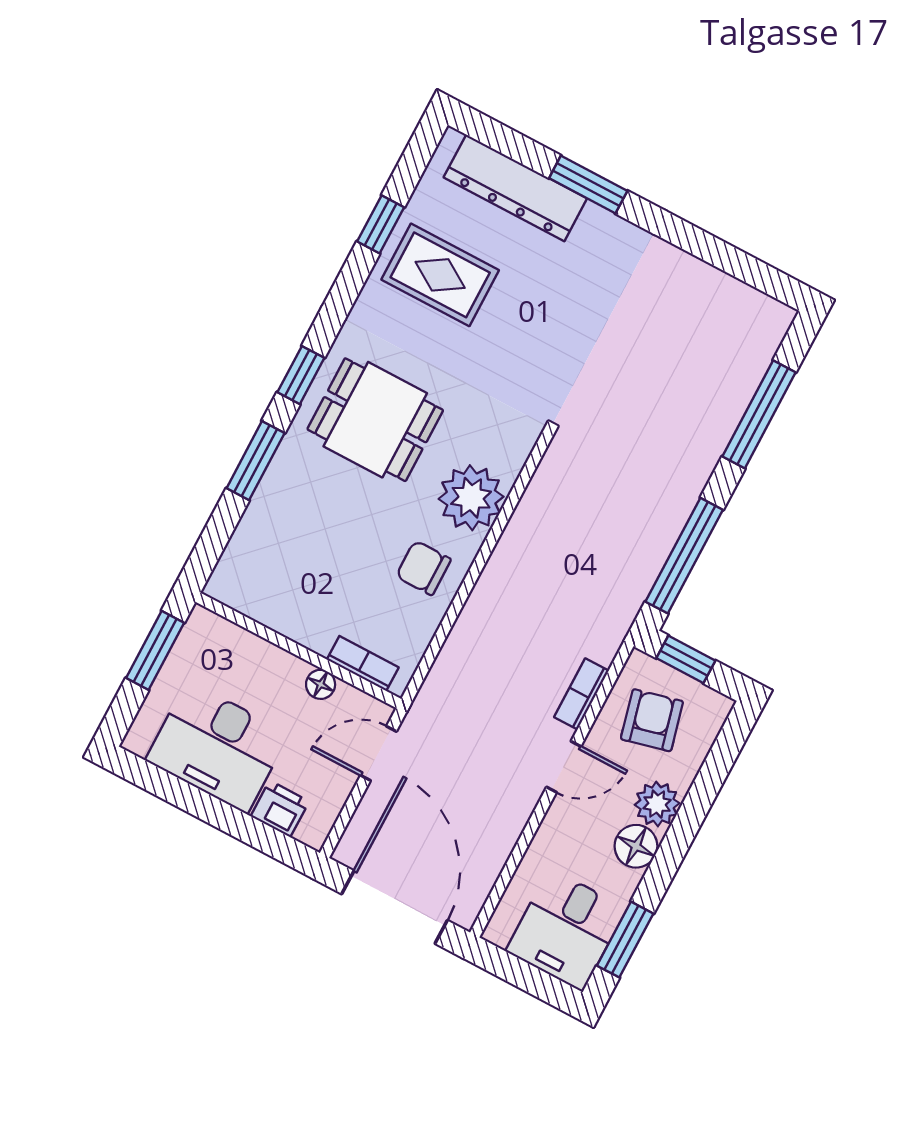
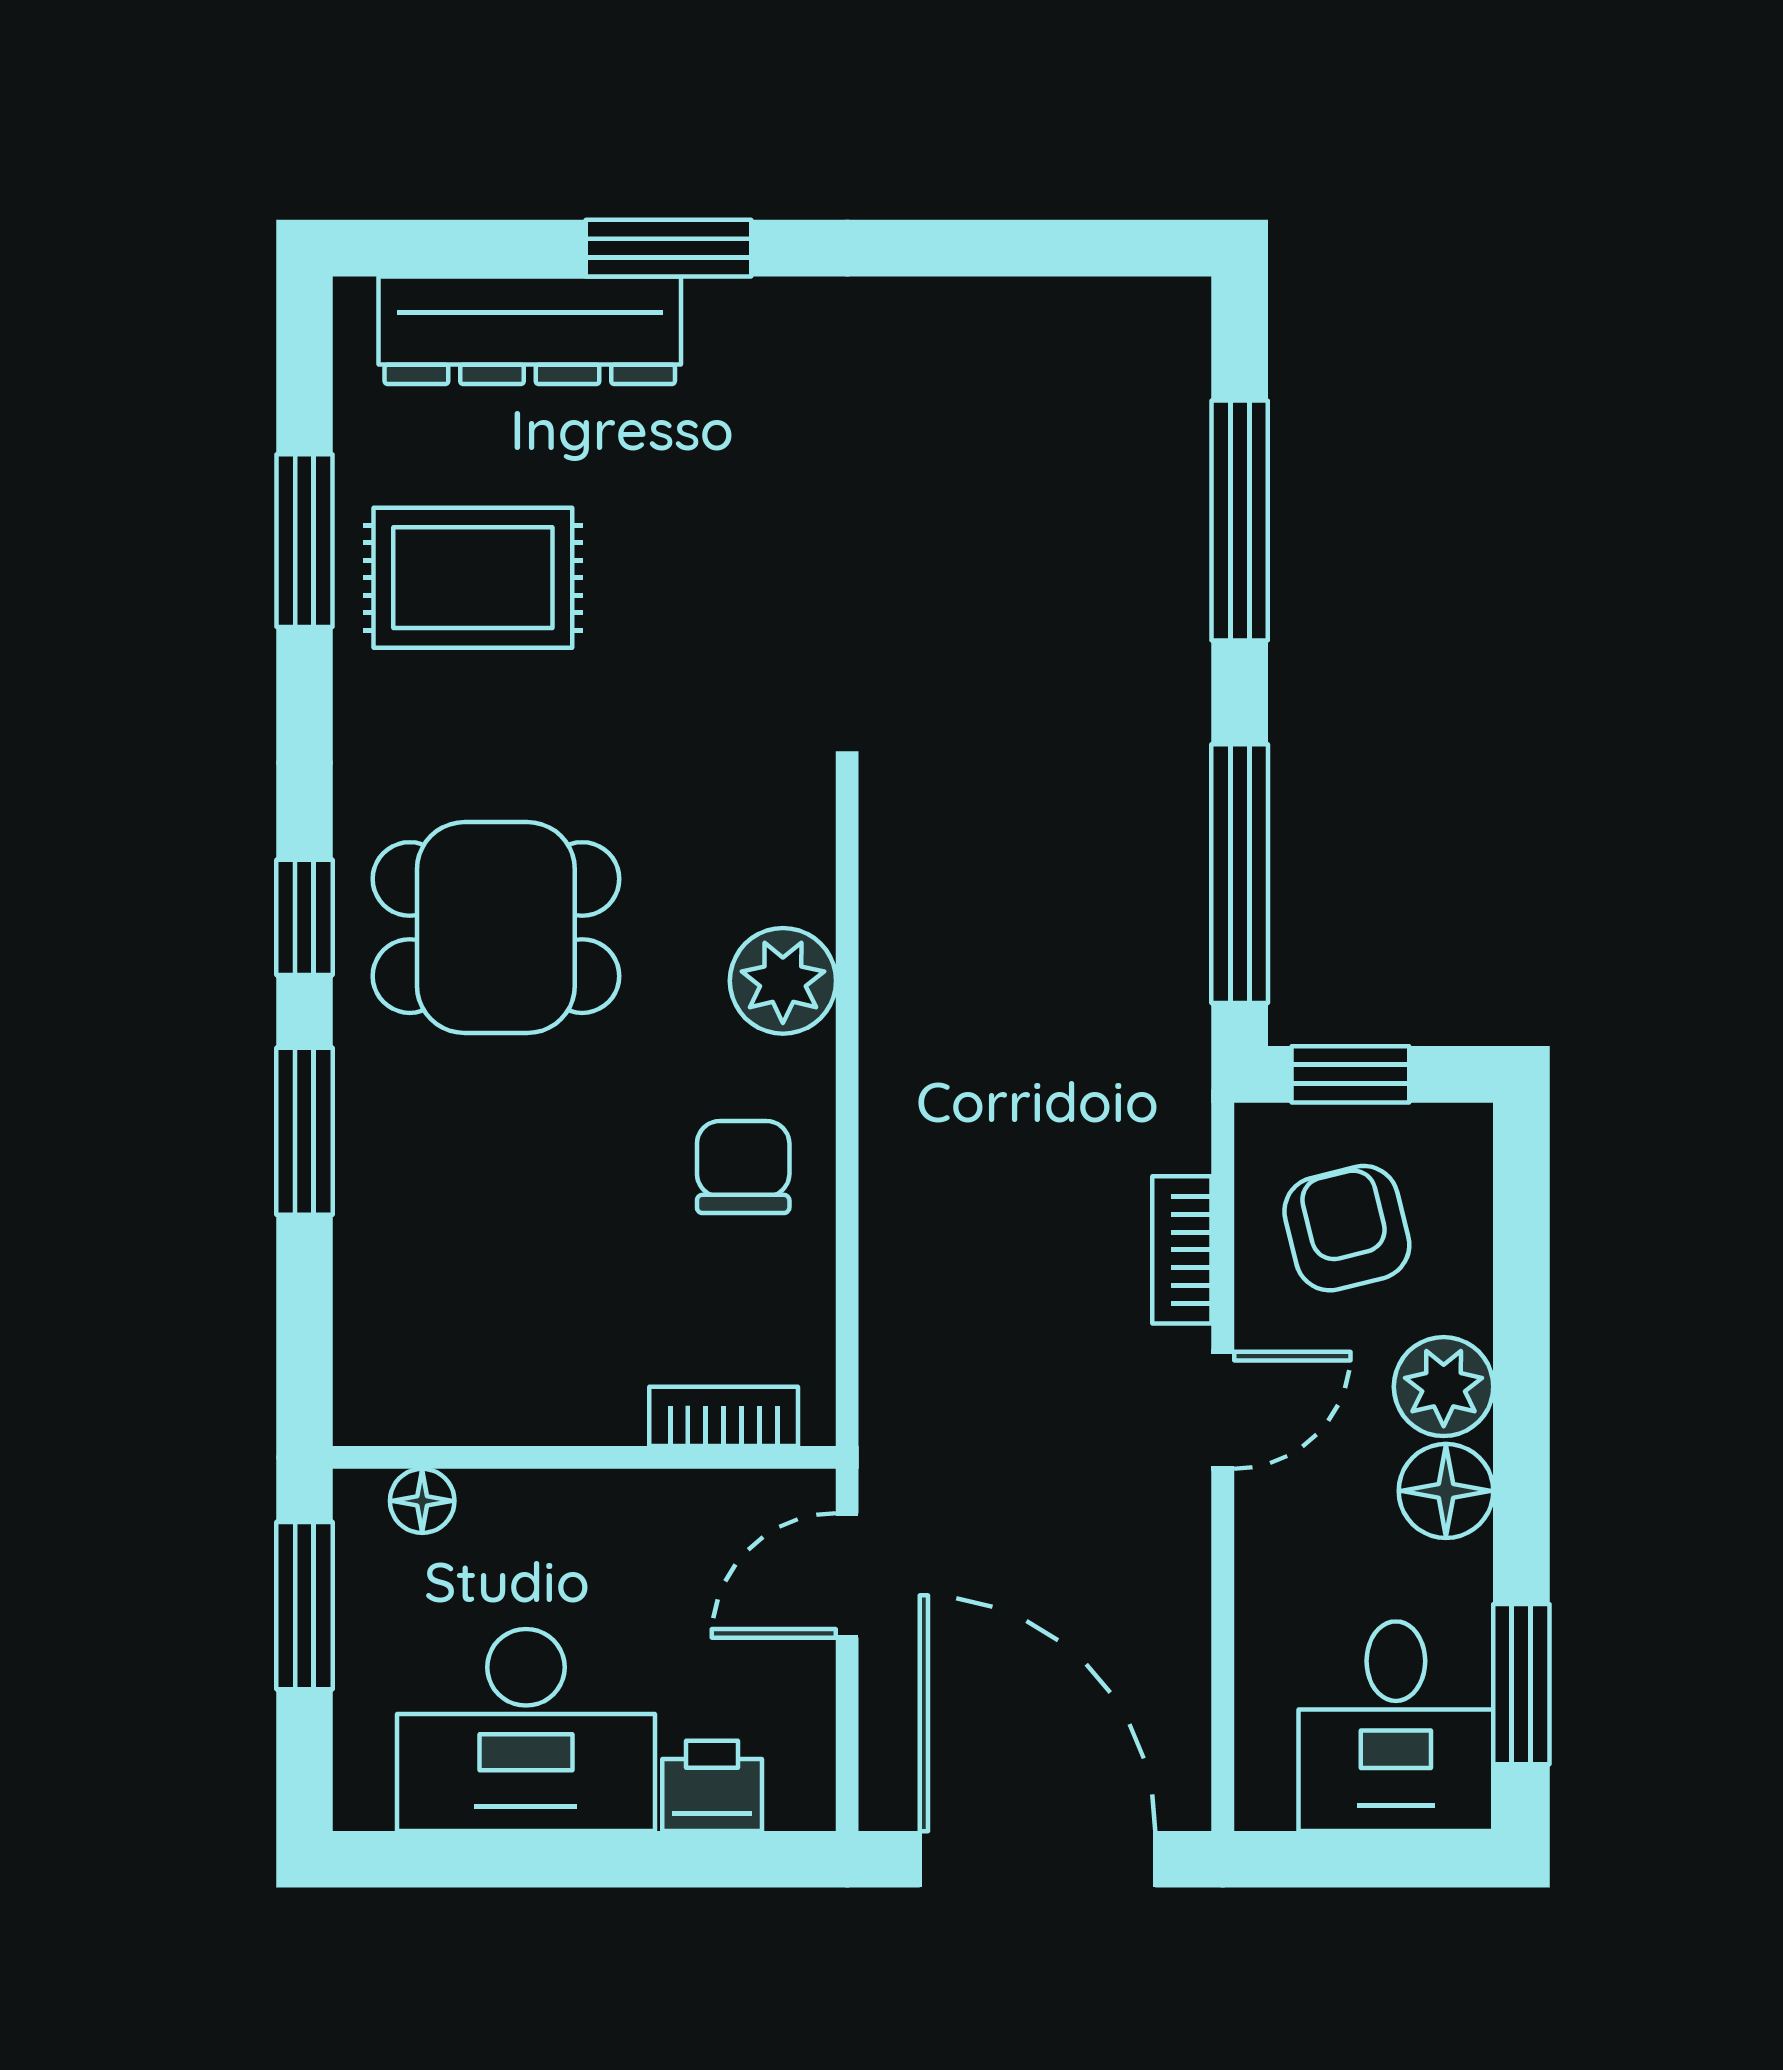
window: (381, 224) -> (304, 541), width x1.50
plant: (471, 498) -> (783, 981), width x0.73, depth x0.73
chair: (423, 568) -> (743, 1167), turned 90
floor lamp: (321, 684) -> (422, 1501), moved

